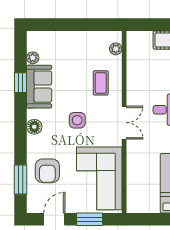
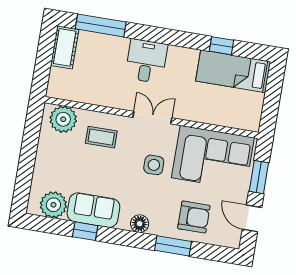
plant: (116, 49) -> (63, 119), width x1.88, depth x1.88
plant: (33, 58) -> (53, 205), width x1.88, depth x1.88
side table: (77, 120) -> (154, 165), moved
window: (21, 179) -> (173, 246), moved

